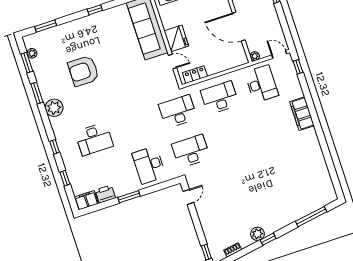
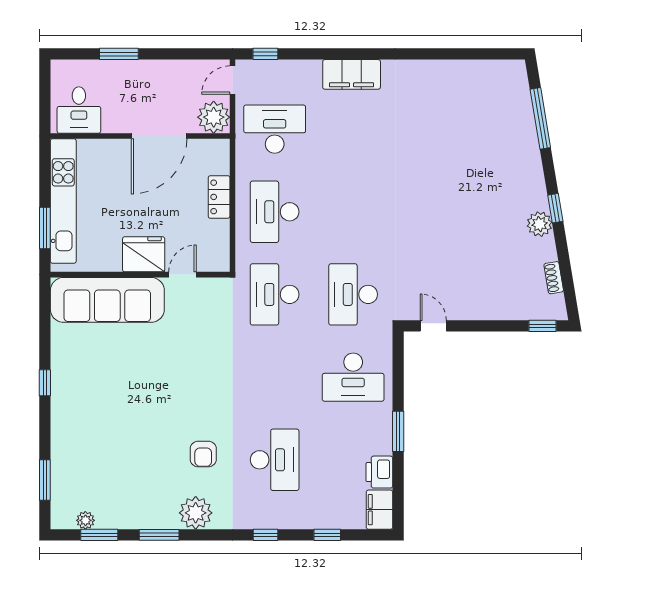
plant: (255, 56) -> (214, 117), width x1.88, depth x1.88
armchair: (83, 71) -> (203, 454), moved, width x0.53, depth x0.53
locker: (195, 75) -> (219, 197), moved

